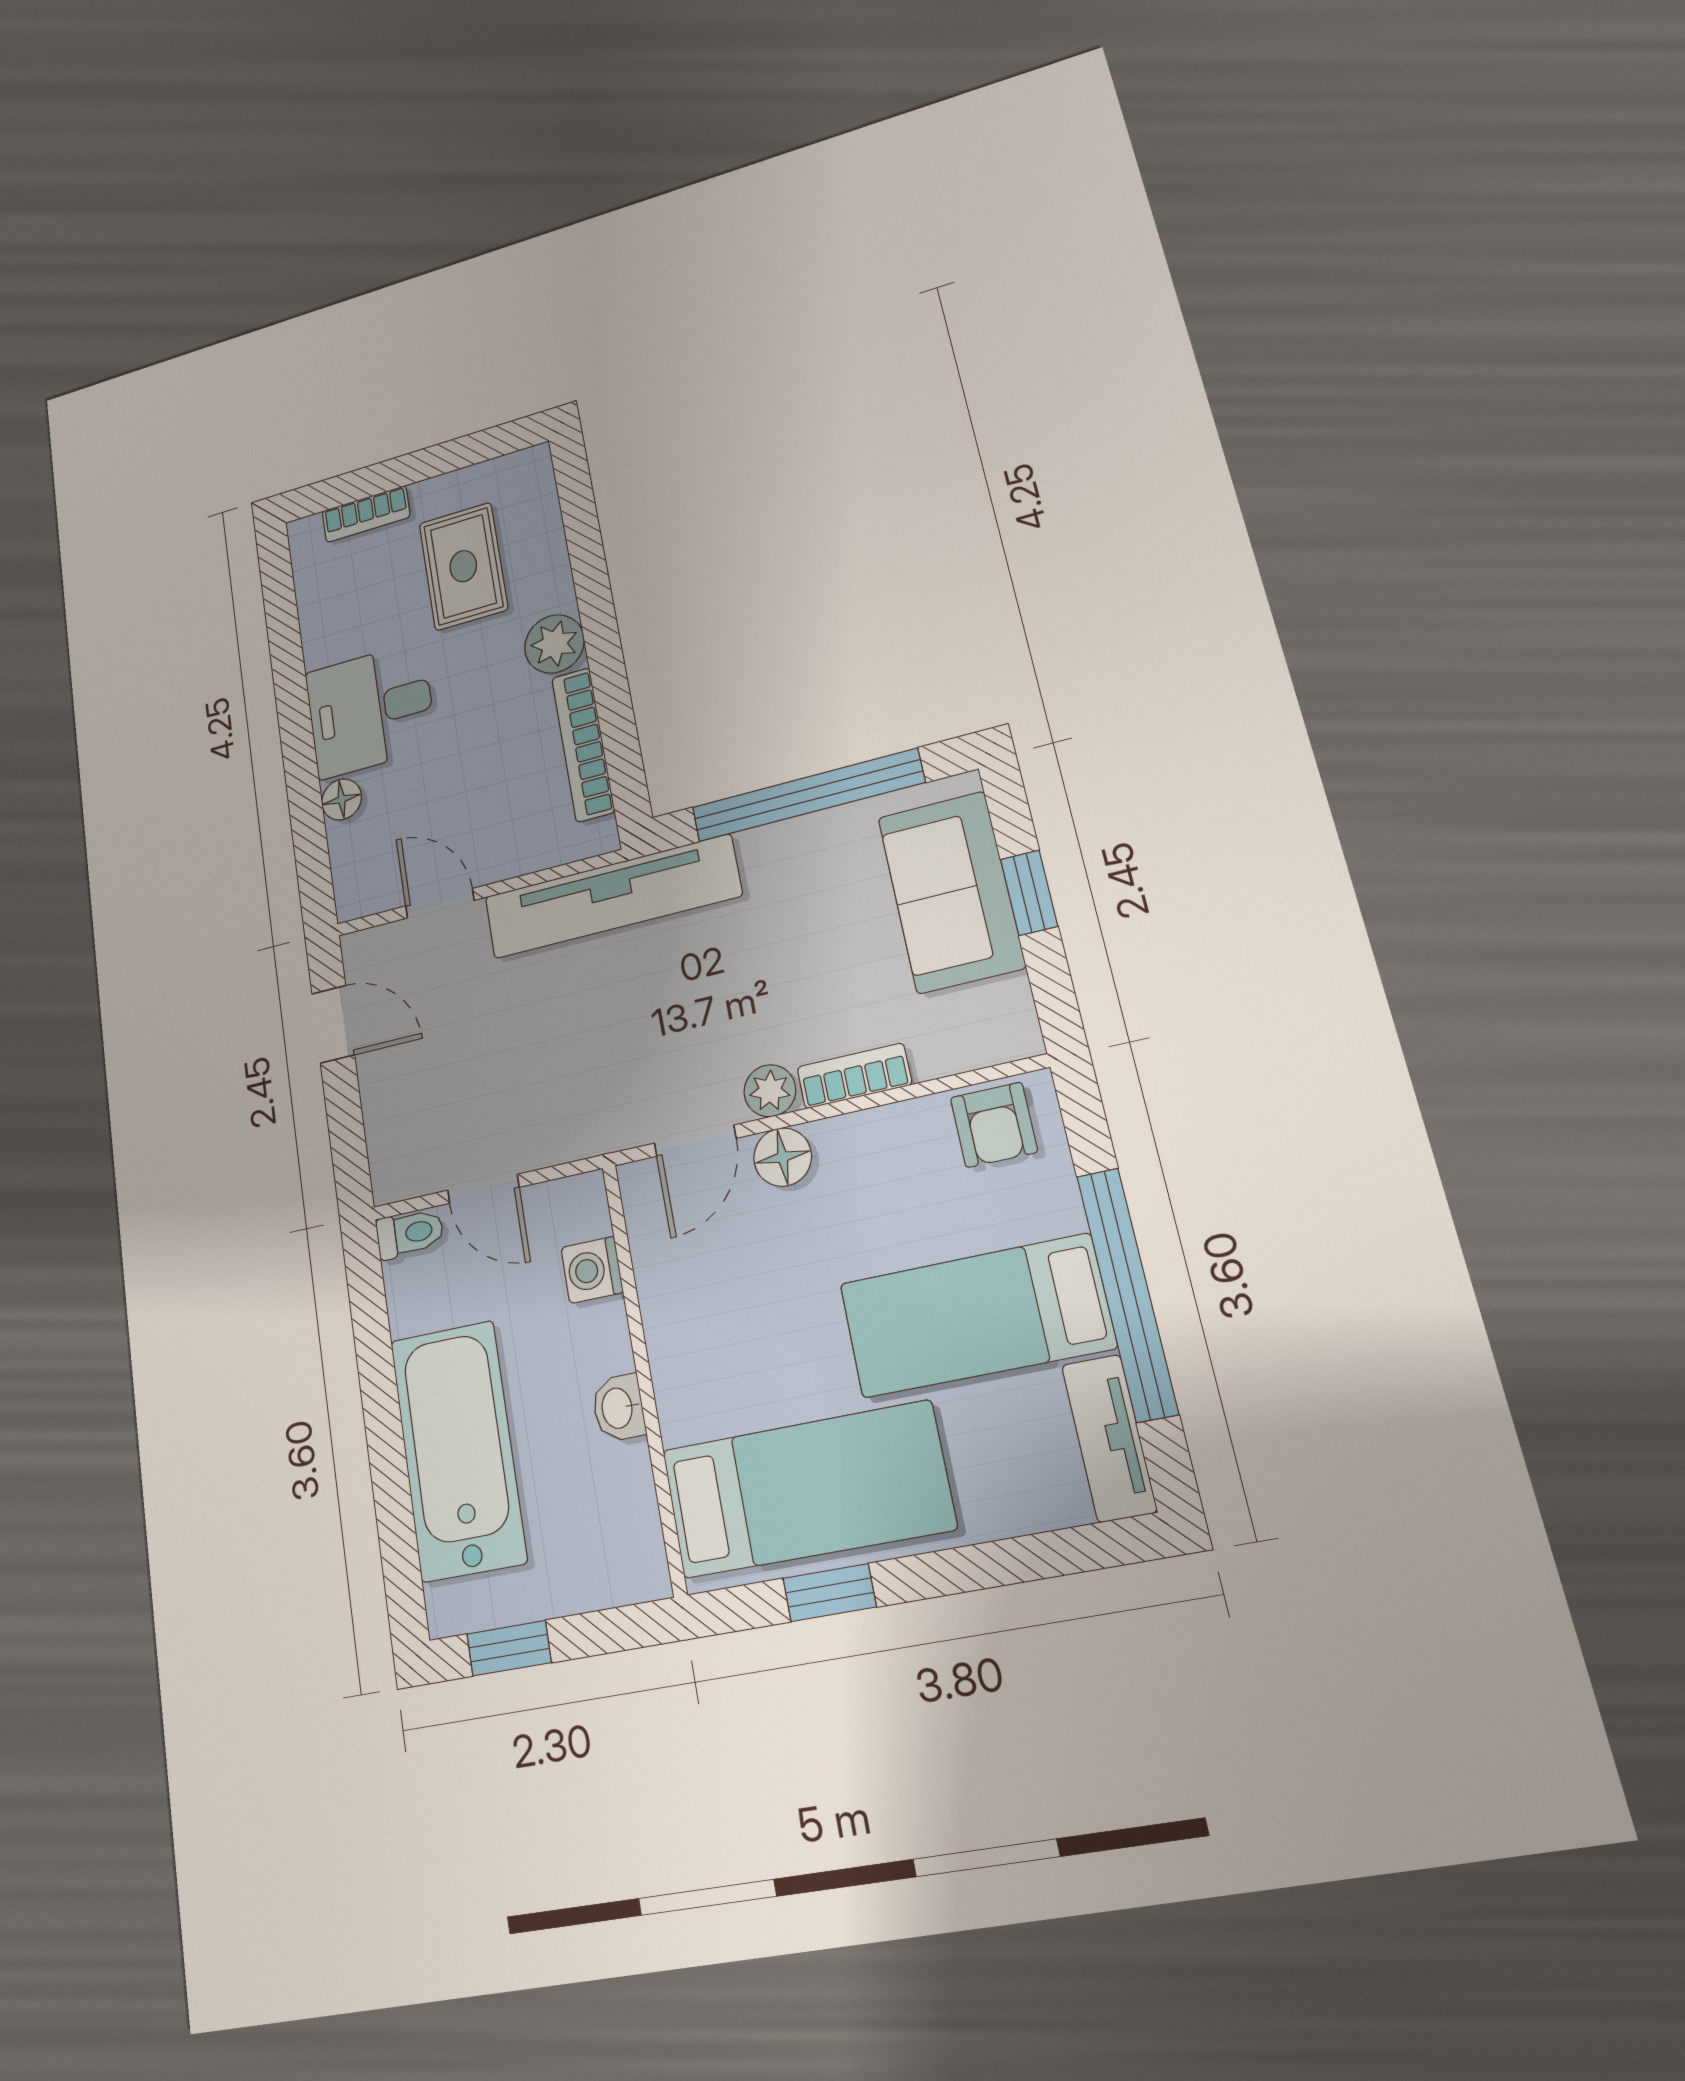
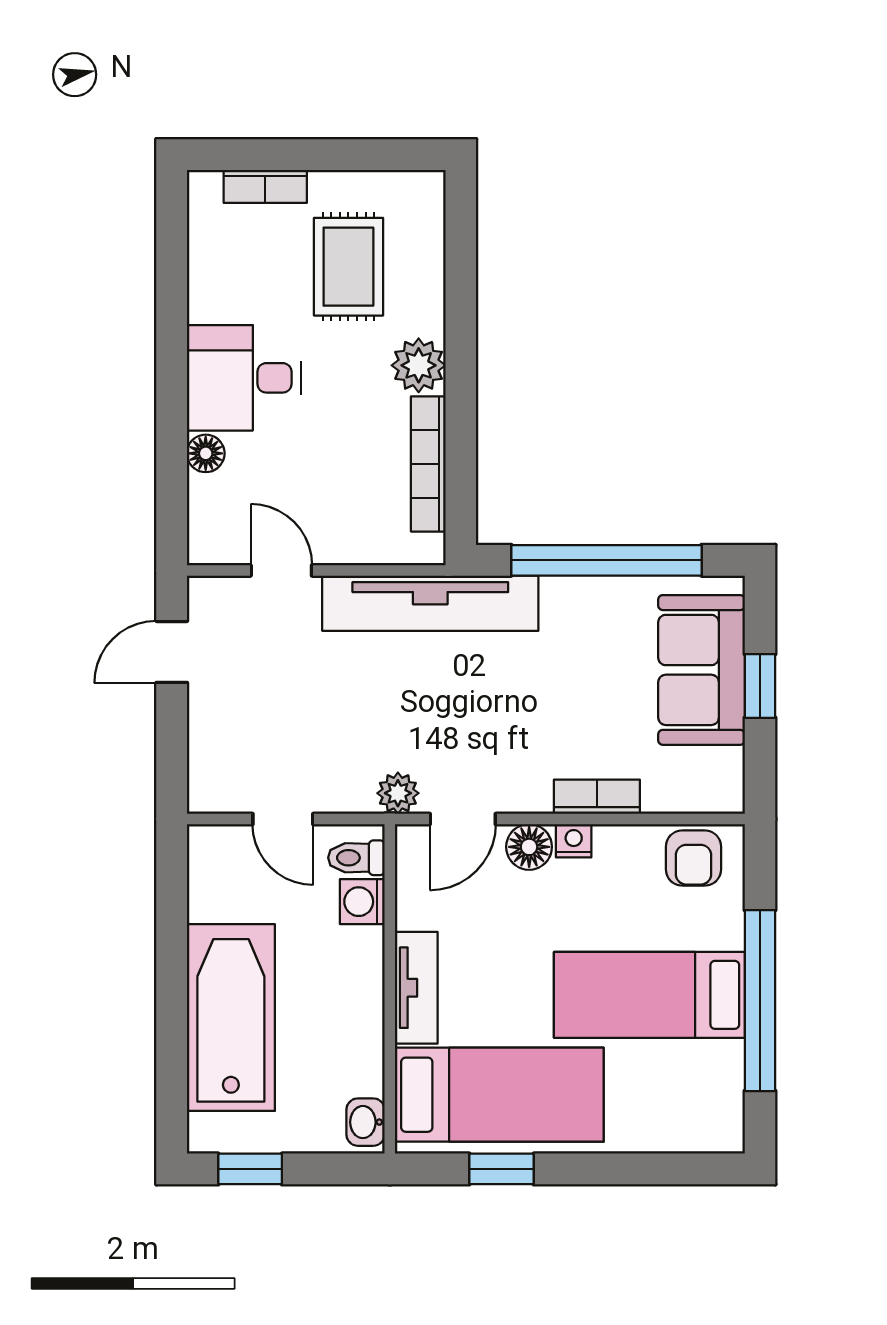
door: (333, 1024) -> (172, 652), swing flipped
plant: (770, 1091) -> (398, 793), moved
nightstand: (837, 1137) -> (574, 841), added
toilet: (410, 1233) -> (356, 858), moved, turned 180
washbasin: (618, 1408) -> (366, 1122), moved
tv unit: (1109, 1438) -> (416, 988), moved, turned 180

